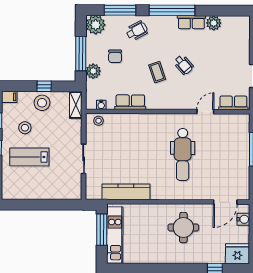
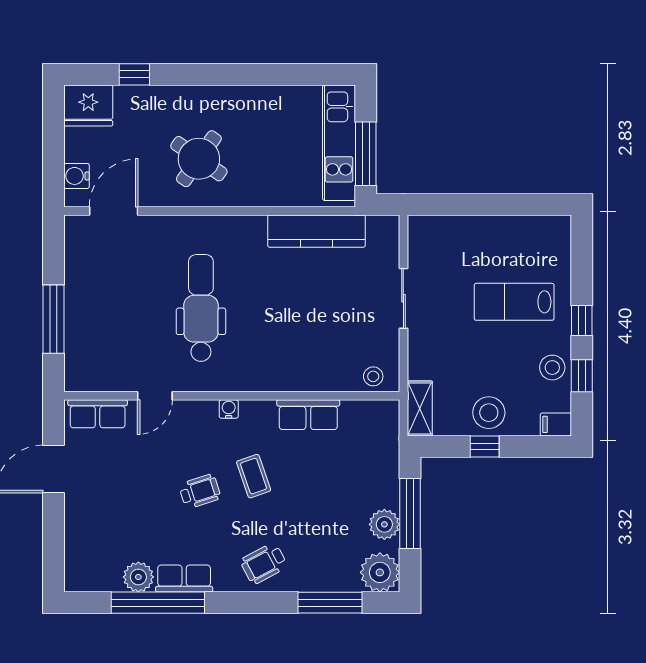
window: (172, 10) -> (158, 603), moved
wheelchair: (137, 31) -> (264, 563), moved
chair: (115, 56) -> (340, 508), removed
wheelchair: (184, 65) -> (200, 491), turned 113
plant: (93, 71) -> (384, 524), moved
water cooler: (101, 105) -> (229, 409), moved
stool: (25, 128) -> (552, 368), moved
lab bench: (29, 157) -> (514, 302), turned 180
round table: (183, 228) -> (199, 159), turned 35

